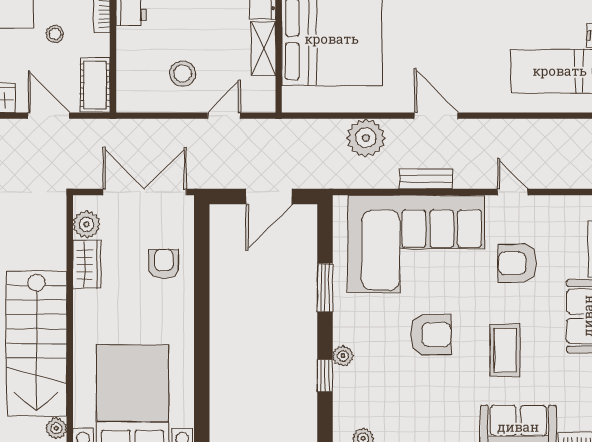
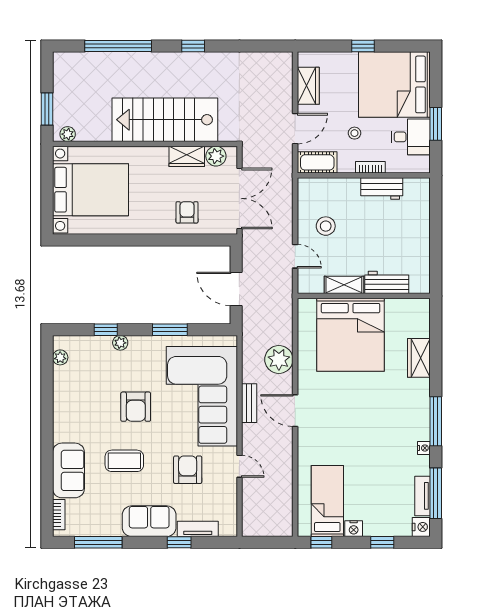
door: (436, 116) -> (295, 411), swing flipped
door: (513, 192) -> (239, 466), hinge flipped
armchair: (164, 264) -> (187, 212), turned -90
stairs: (37, 343) -> (165, 120), moved

